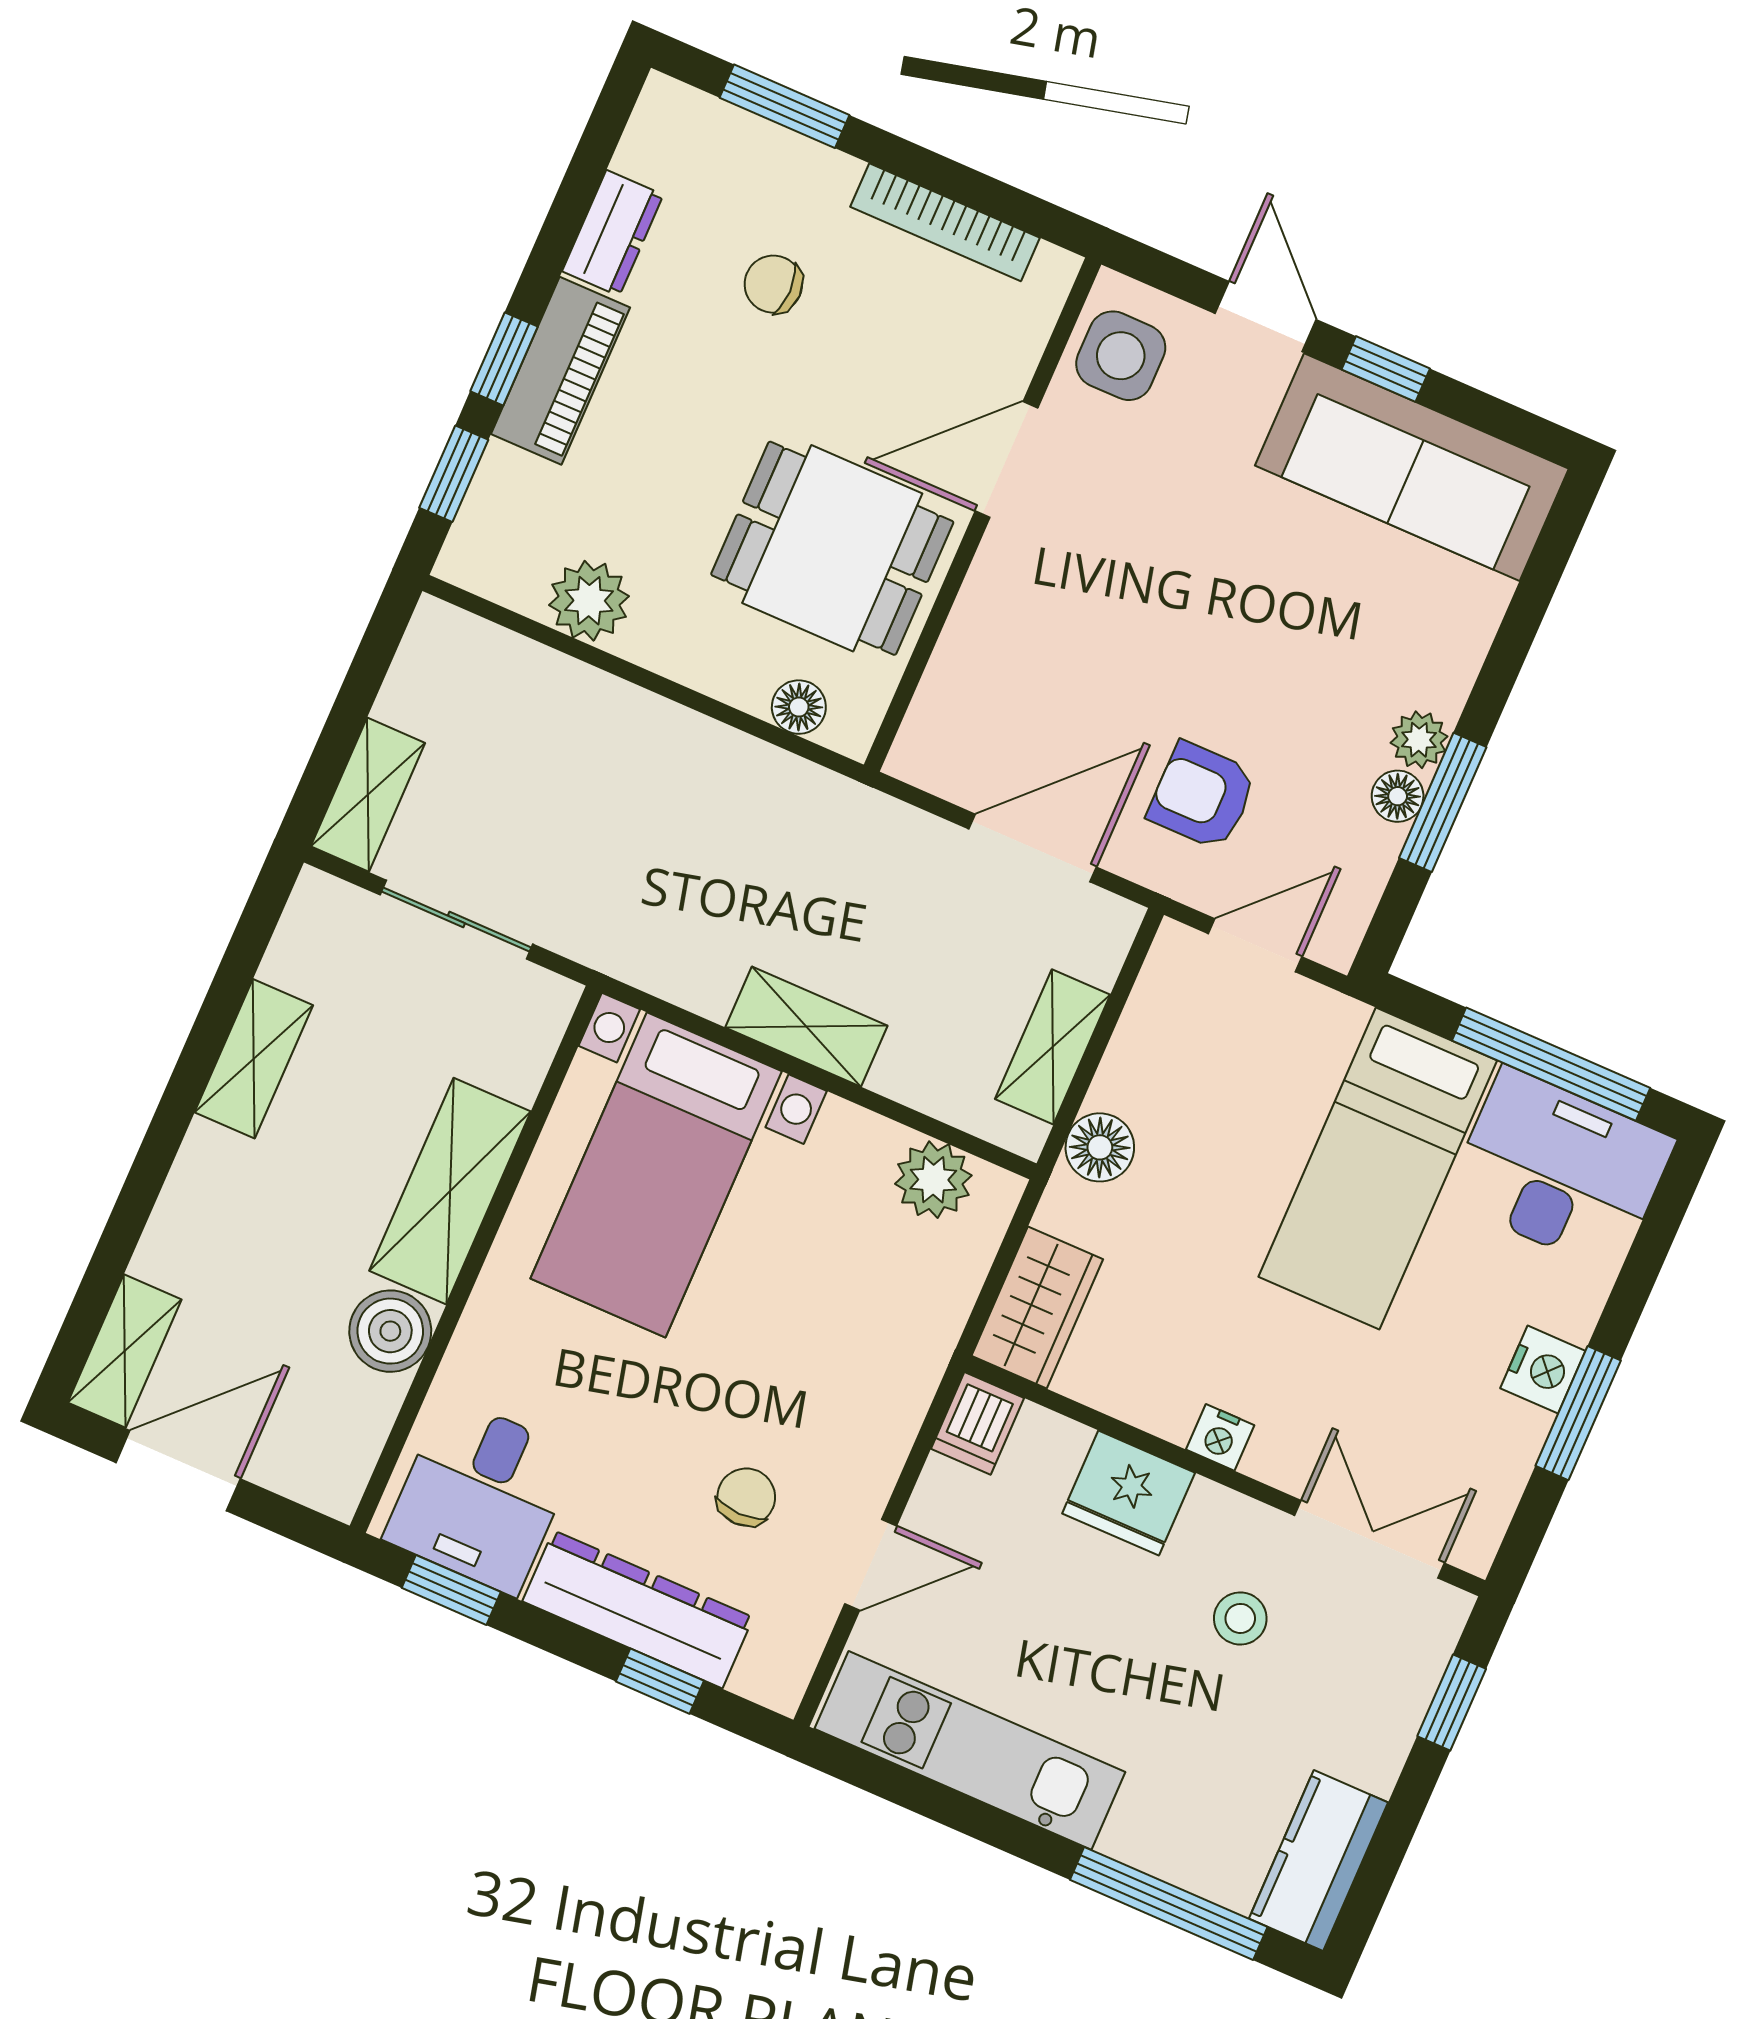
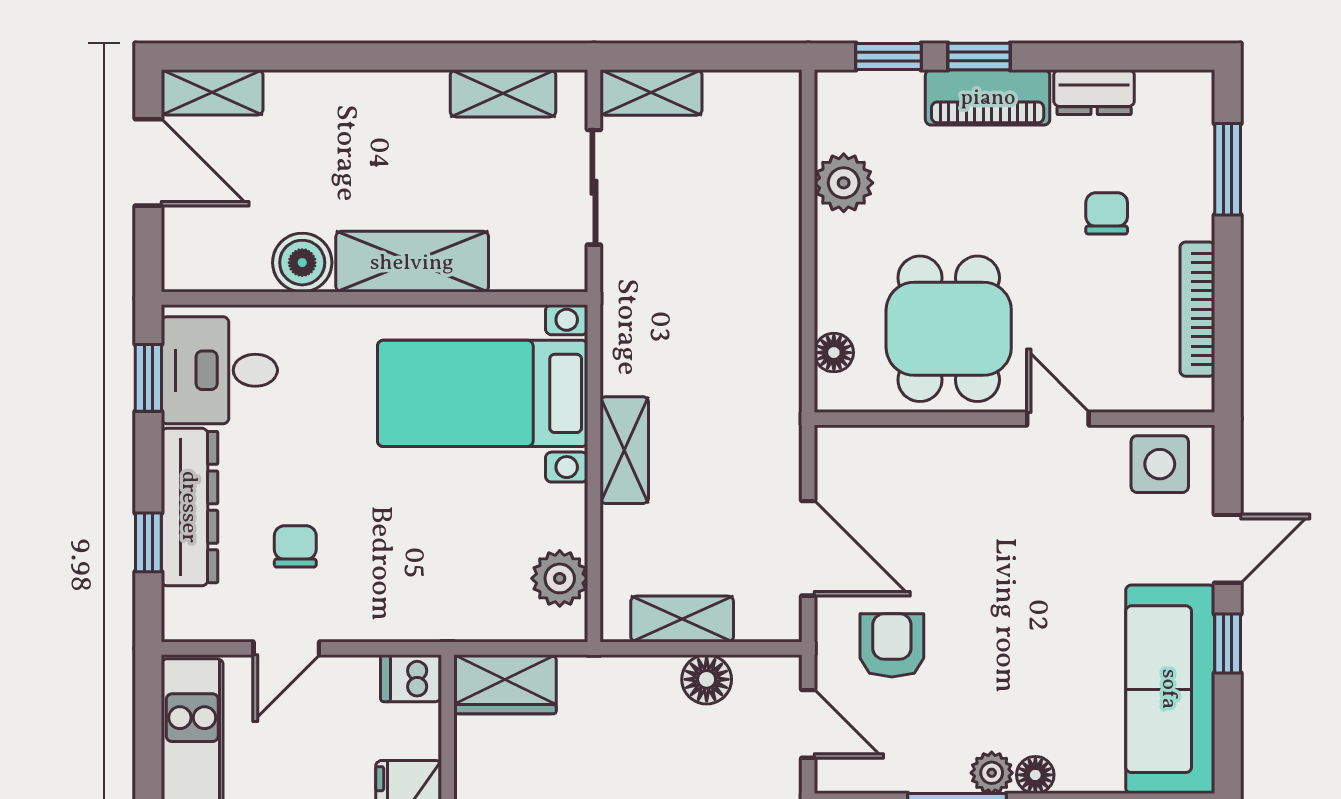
door: (1007, 460) -> (1058, 419), width x0.73
floor lamp: (1398, 796) -> (1035, 775), moved
shelving: (254, 1059) -> (503, 93), moved
floor lamp: (1100, 1147) -> (707, 679), moved
chair: (746, 1497) -> (295, 546), turned -90
door: (871, 1565) -> (286, 648), hinge flipped

